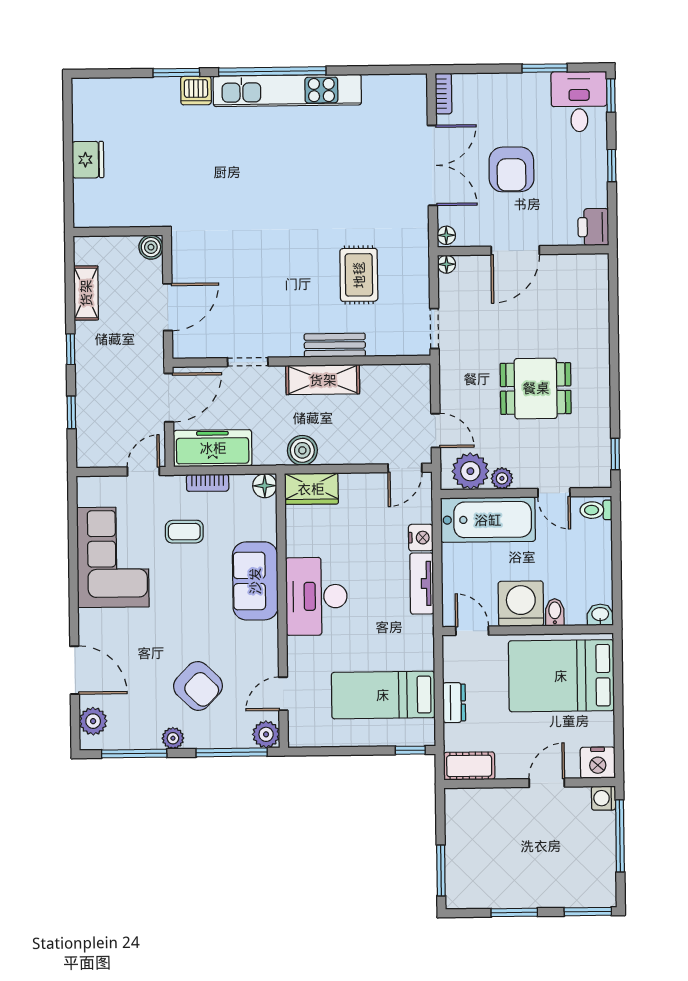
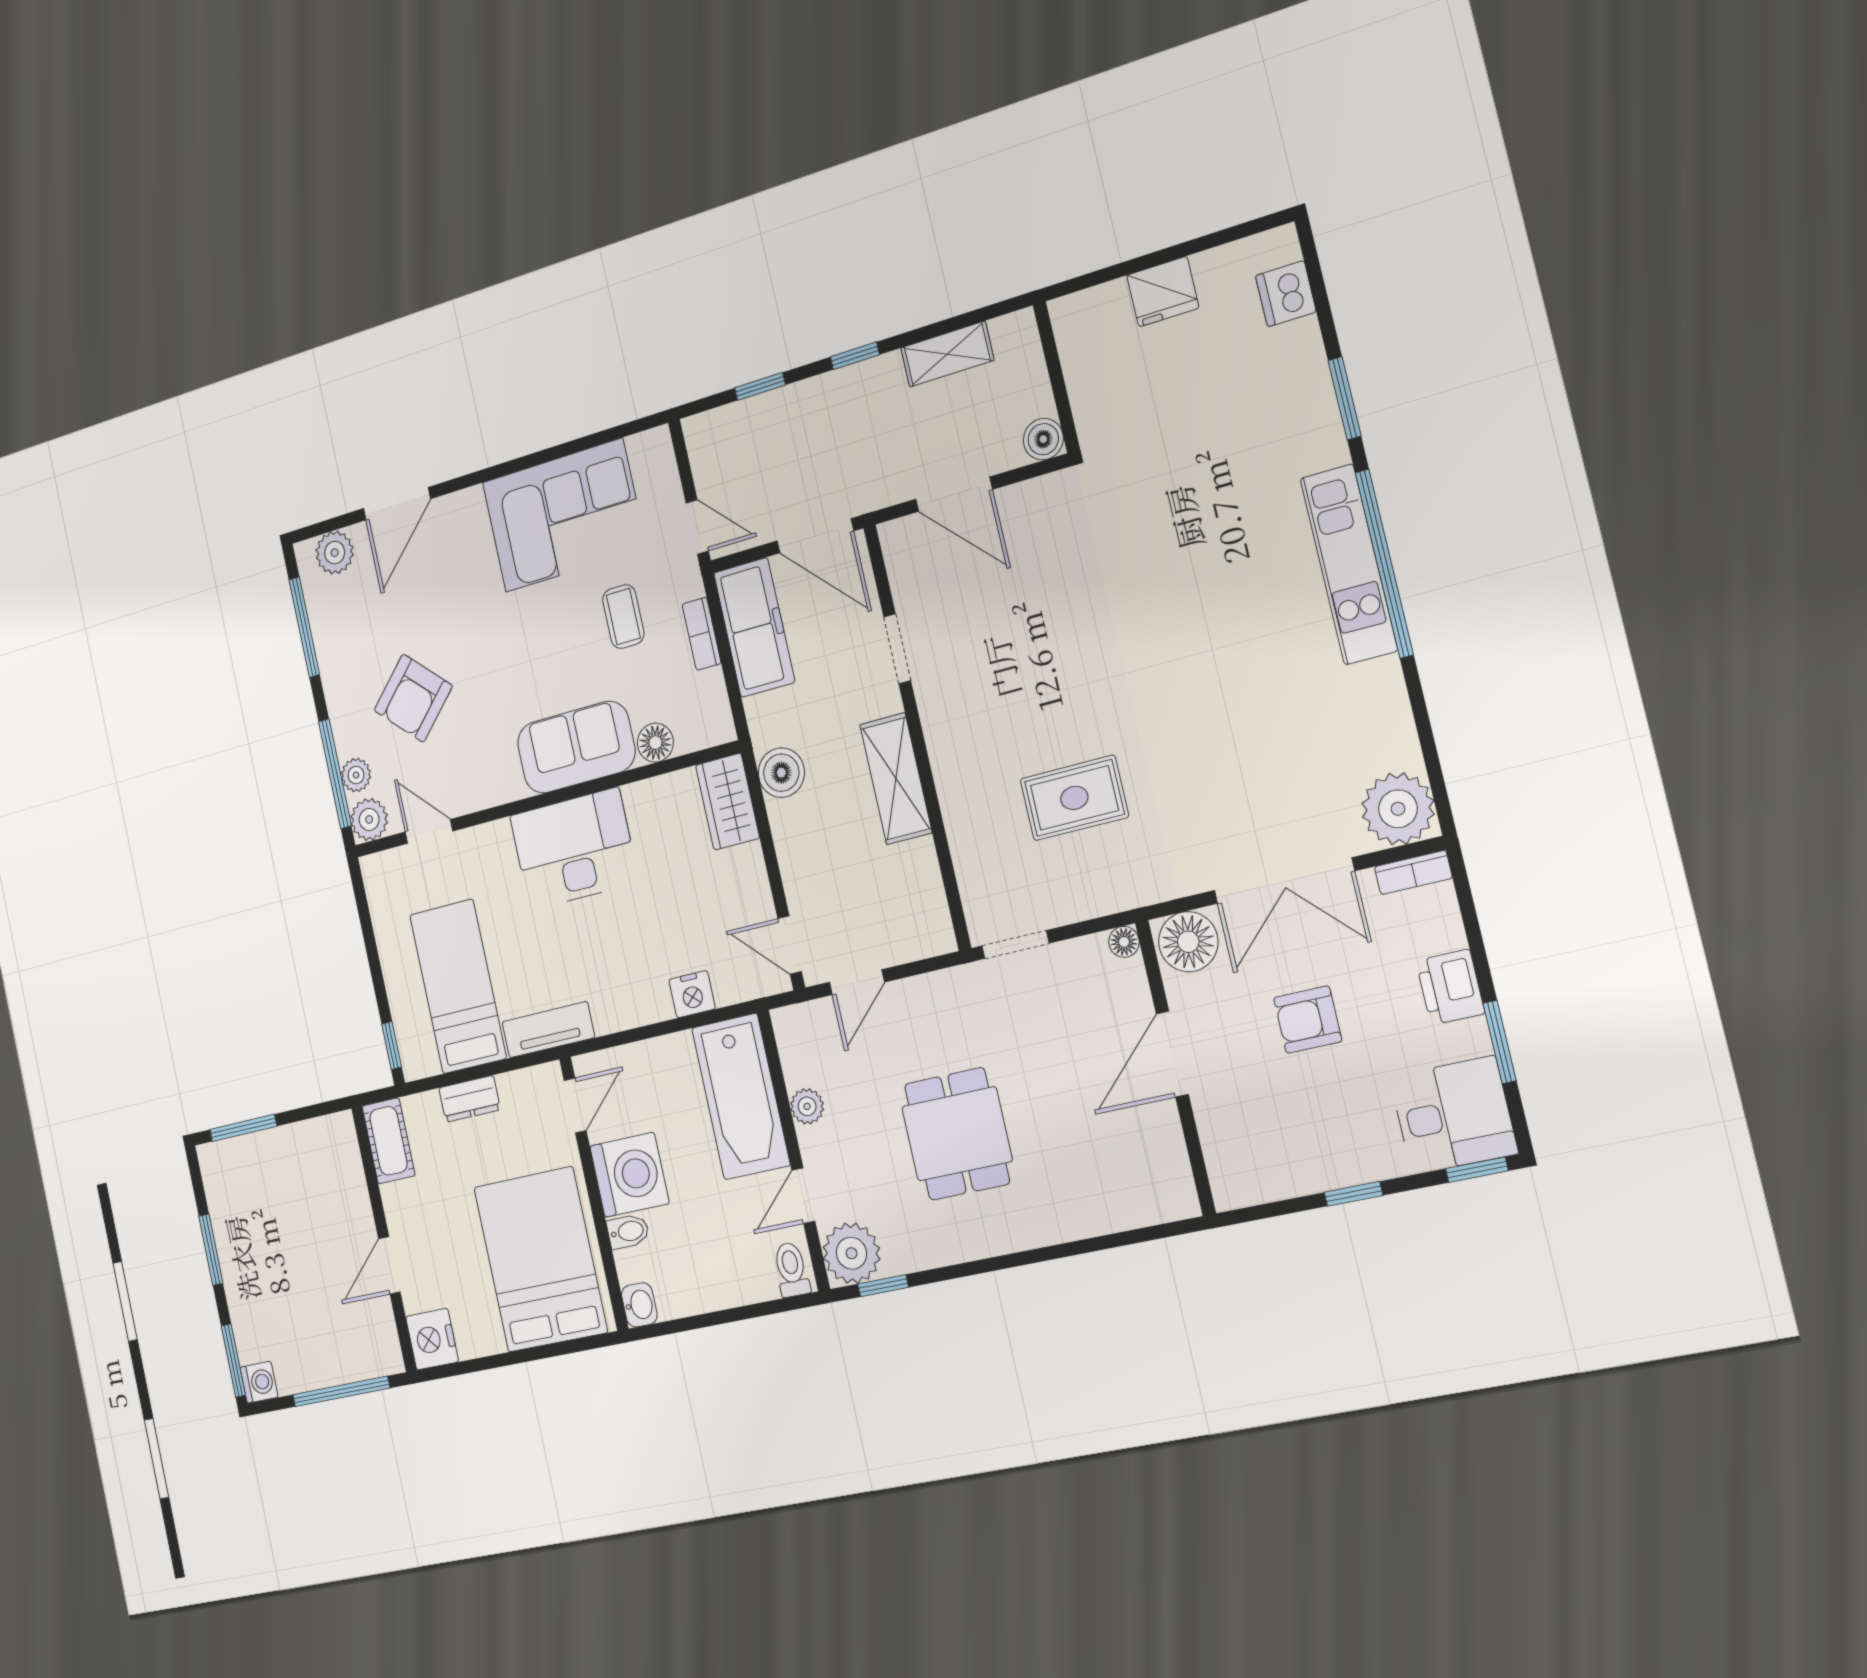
dishwasher: (196, 90) -> (1286, 294), moved
kitchen unit: (287, 90) -> (1349, 564), width x0.73
plant: (407, 94) -> (1398, 809), added
armchair: (511, 169) -> (1308, 1020), width x0.72, depth x0.72
printer: (593, 227) -> (1450, 987), moved, turned -90
floor lamp: (446, 235) -> (1188, 942), width x1.89, depth x1.89
door: (515, 250) -> (1172, 1054), hinge flipped
bench: (335, 345) -> (954, 785), removed
plant: (470, 471) -> (851, 1253), moved
floor lamp: (265, 486) -> (655, 743), moved
tv unit: (422, 583) -> (548, 1030), moved
plant: (173, 738) -> (356, 775), moved
door: (547, 783) -> (389, 1265), swing flipped
washing machine: (603, 798) -> (259, 1382), moved, turned 90

